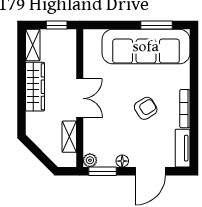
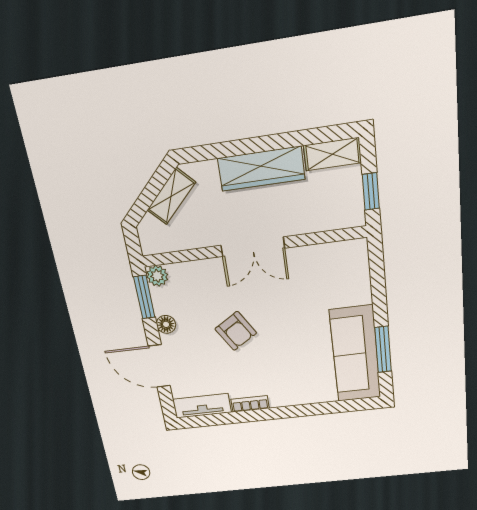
sofa: (146, 47) -> (355, 354), width x0.74, depth x0.79
armchair: (146, 108) -> (236, 331), moved
bookcase: (185, 109) -> (250, 404), width x0.64
shelving: (69, 137) -> (171, 196), moved, turned -45

